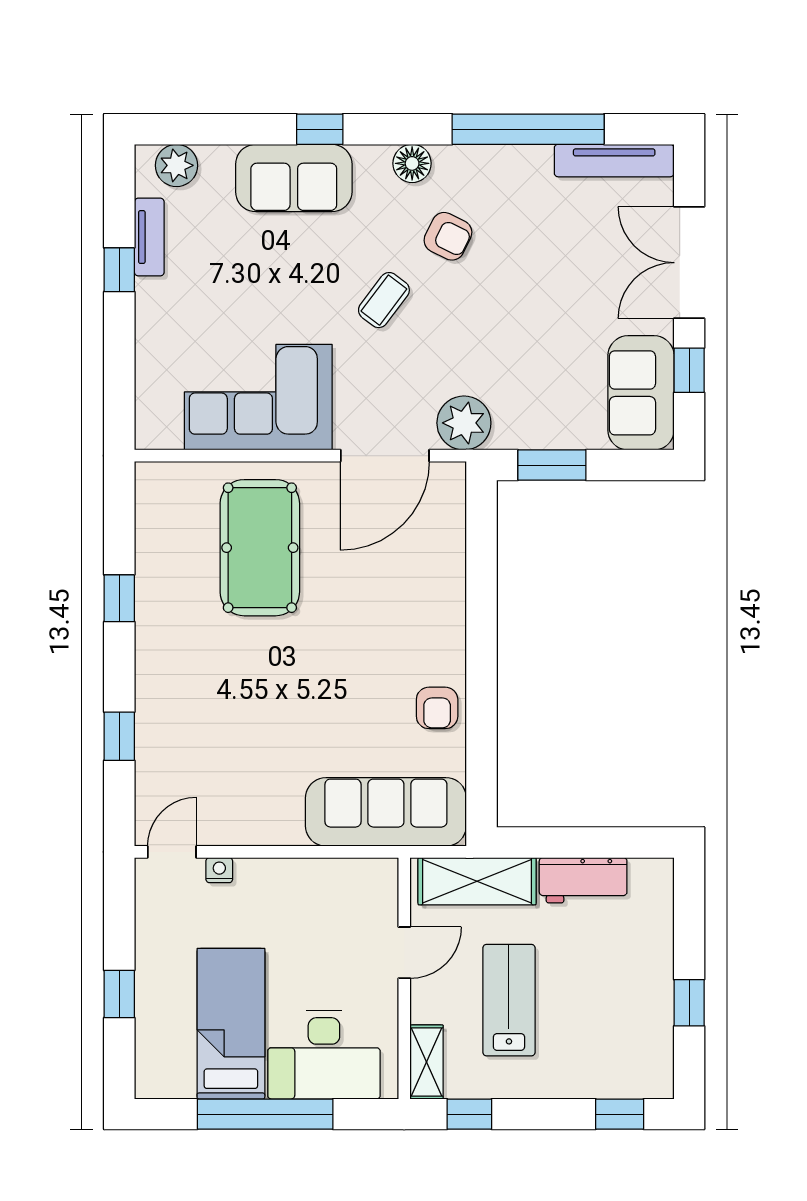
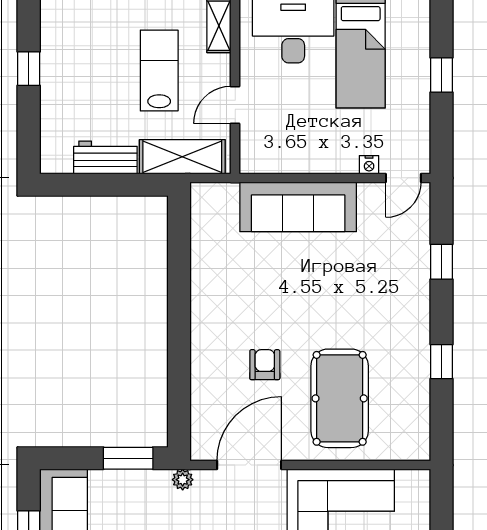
plant: (464, 423) -> (183, 480), width x0.53, depth x0.53
armchair: (437, 708) -> (265, 365), moved
sofa: (386, 812) -> (298, 207), moved
lab bench: (509, 1000) -> (159, 71), turned 180

